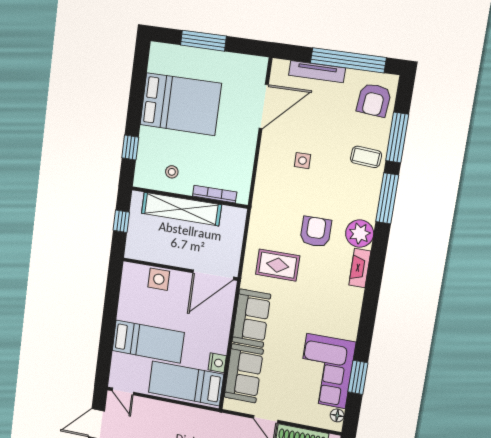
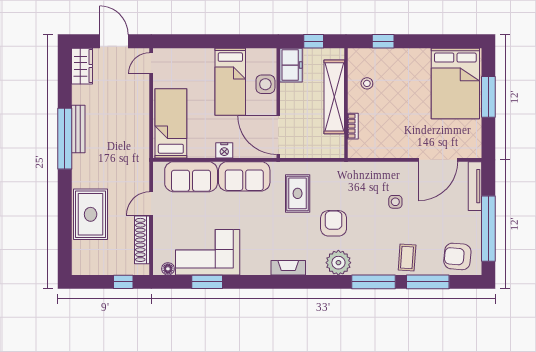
tv unit: (317, 72) -> (475, 186), moved
bed: (181, 104) -> (455, 83), moved
door: (264, 106) -> (438, 160), hinge flipped
bookcase: (215, 194) -> (353, 126), width x0.64
armchair: (316, 232) -> (334, 223), turned -90
freezer: (143, 249) -> (291, 65), added
fireplace: (360, 268) -> (288, 268), moved
bed: (148, 342) -> (230, 82), moved
nightstand: (217, 363) -> (224, 150), moved

